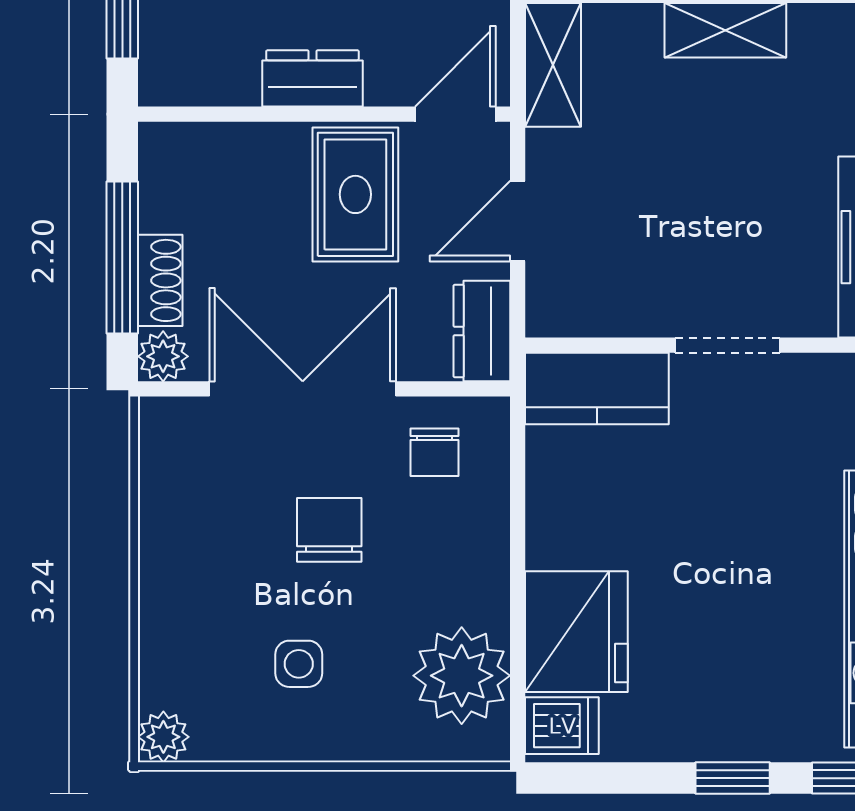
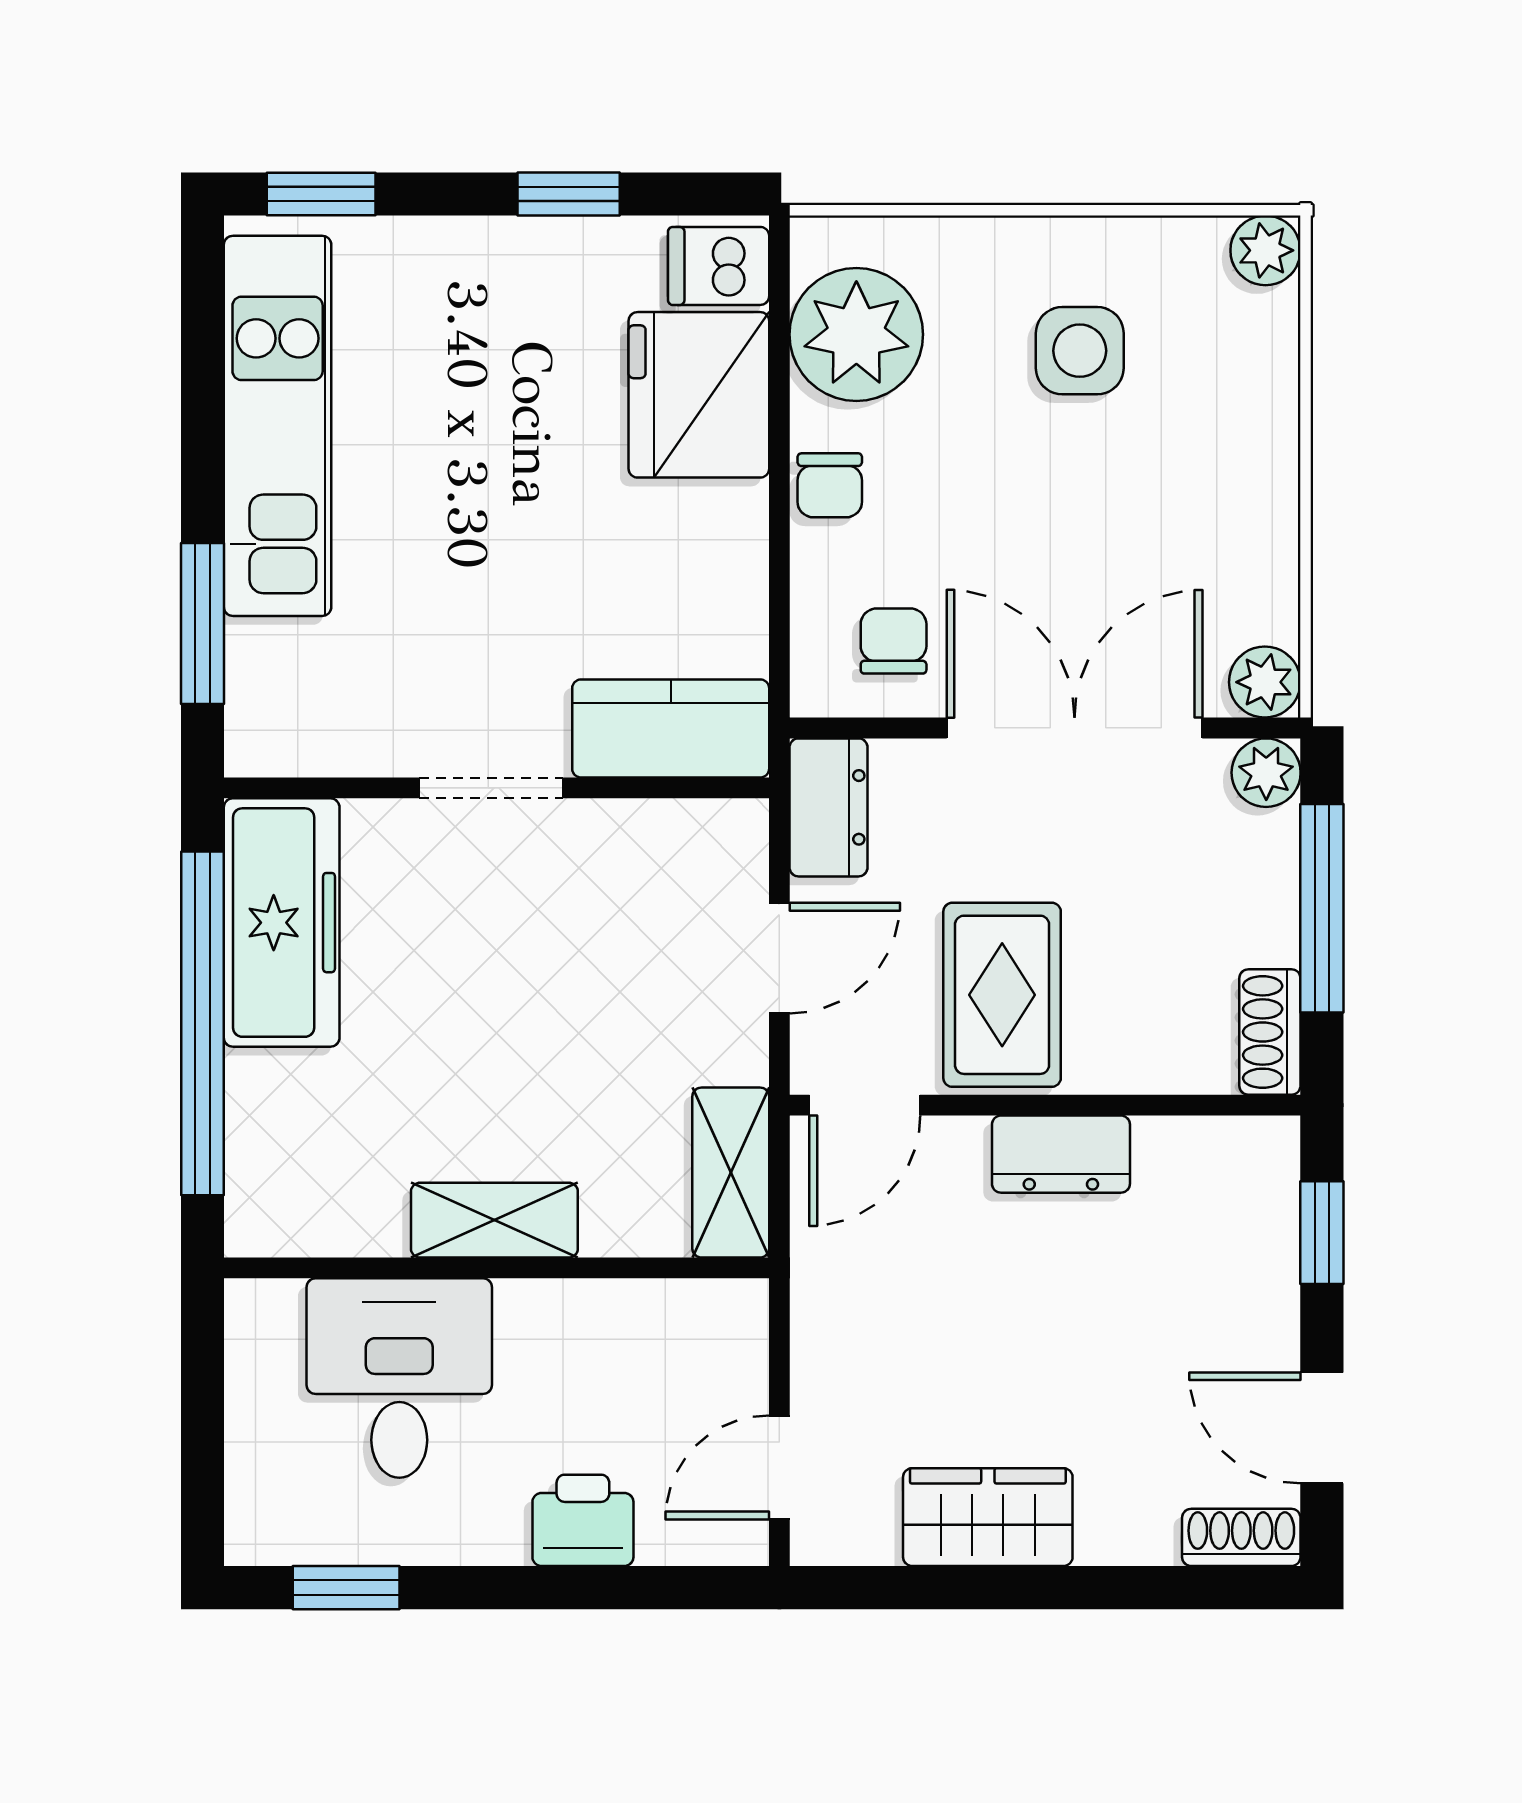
shoe rack: (160, 280) -> (1270, 1032), moved
double door: (303, 389) -> (1075, 728), swing flipped
plant: (164, 422) -> (1265, 682), added
chair: (329, 530) -> (830, 485), moved, width x0.73, depth x0.73
side table: (299, 664) -> (1080, 351), width x1.37, depth x1.37
window: (733, 778) -> (569, 194), moved

